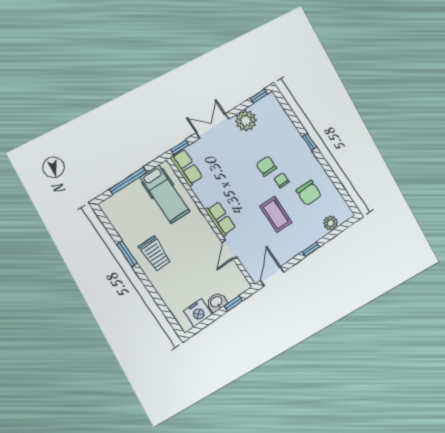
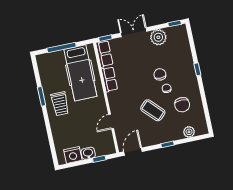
hospital bed: (165, 194) -> (80, 73), width x1.37, depth x1.29
coffee table: (276, 214) -> (153, 110), turned -44
row of seats: (220, 219) -> (109, 79), moved

